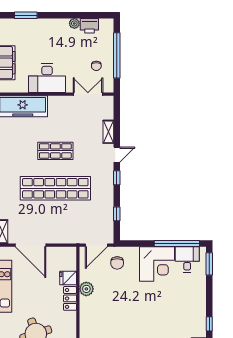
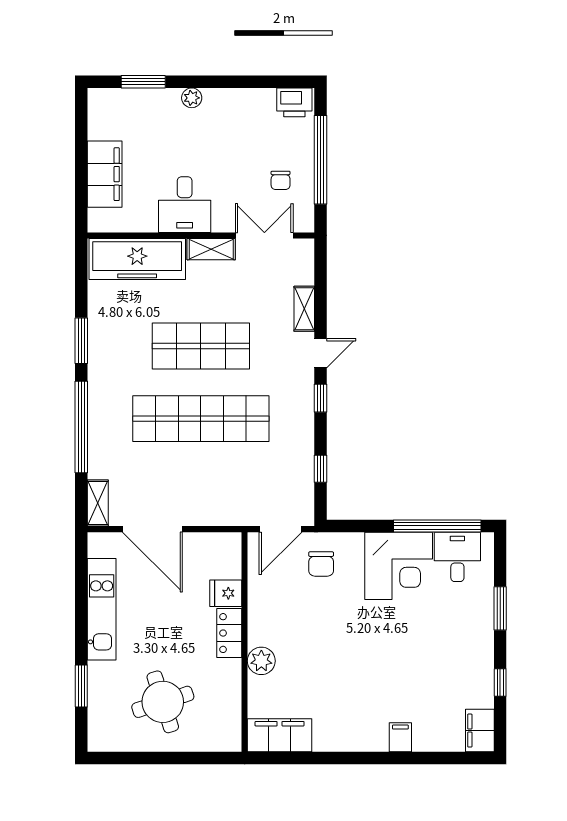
plant: (74, 23) -> (192, 98), moved
printer: (89, 26) -> (294, 102), moved
desk: (47, 78) -> (185, 205), width x0.73
shelving: (61, 101) -> (211, 249), added
shop shelf: (55, 151) -> (201, 346), width x1.43, depth x1.36
window: (209, 264) -> (500, 608), moved
plant: (86, 289) -> (261, 661), moved

